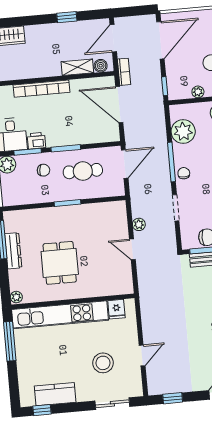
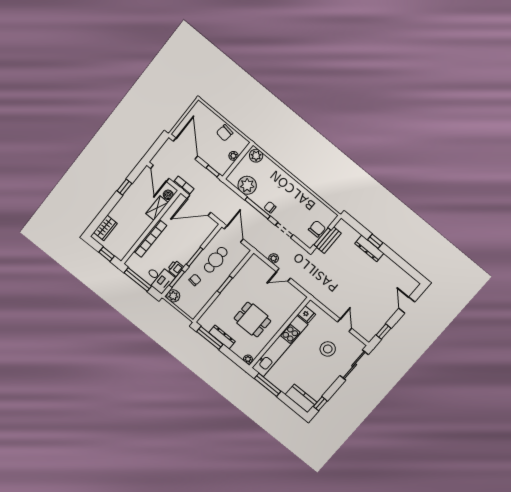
kitchen counter: (55, 394) -> (301, 398), moved, turned 90
sliding door: (112, 404) -> (354, 365), width x1.37

